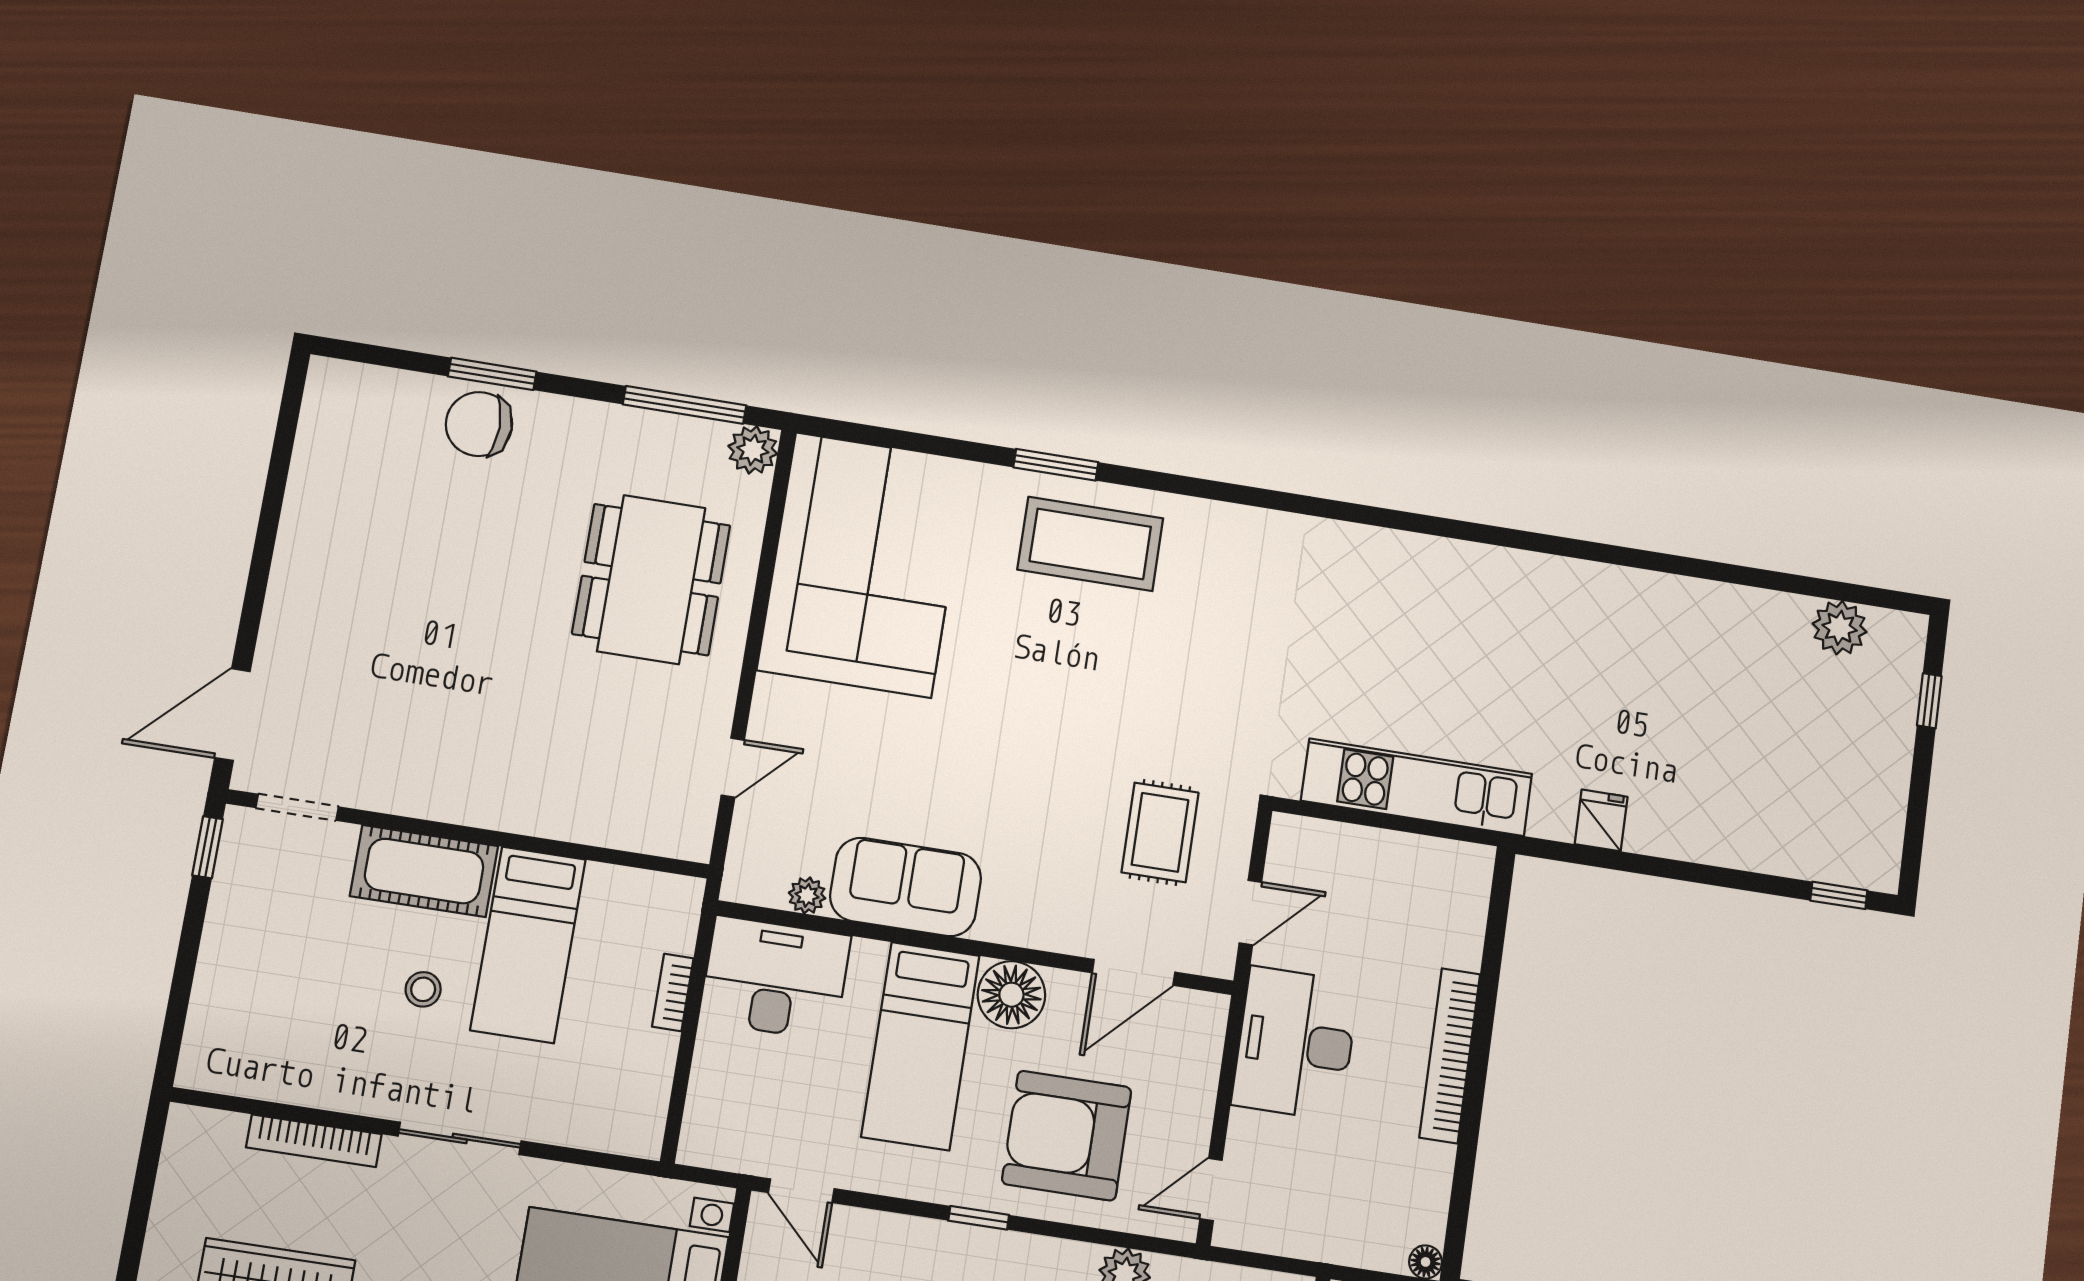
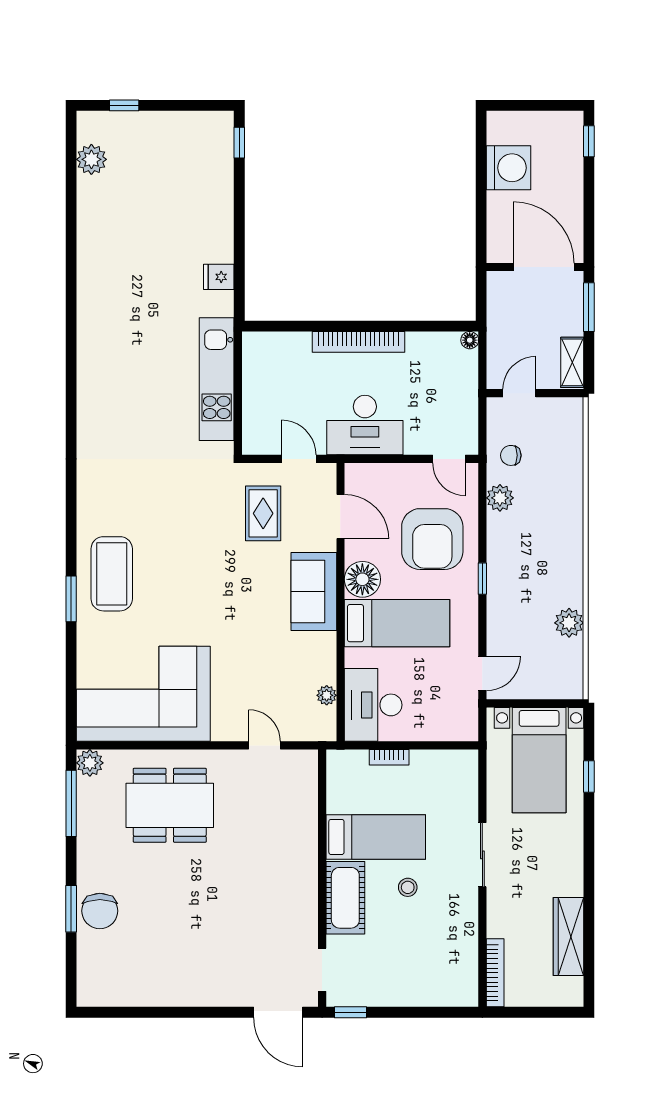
rug: (1160, 832) -> (263, 513), turned 90
sofa: (906, 887) -> (314, 591), moved
bookcase: (314, 1141) -> (495, 973), moved

